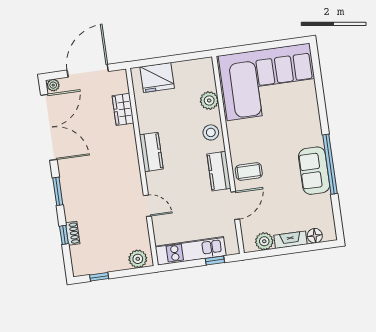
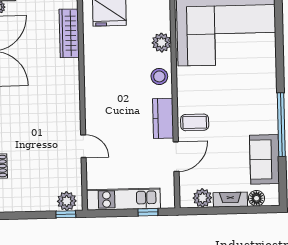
wardrobe: (123, 109) -> (69, 33), width x1.50
kitchen counter: (151, 152) -> (94, 90), removed
sofa: (314, 171) -> (264, 159), moved
window: (99, 277) -> (66, 214), moved

